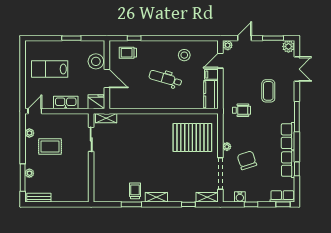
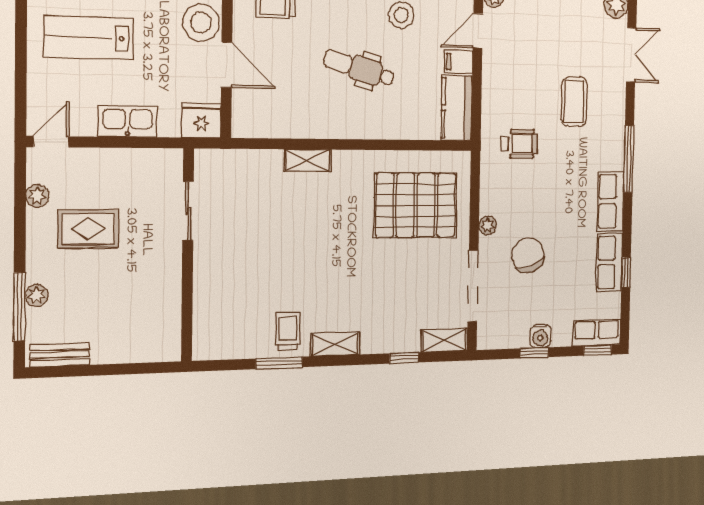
shelving: (106, 118) -> (308, 160), moved
water cooler: (240, 197) -> (540, 336), moved

